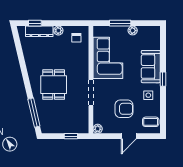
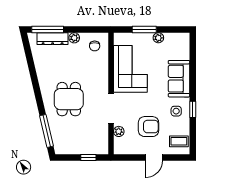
window: (35, 23) -> (48, 29), width x2.17
window: (163, 79) -> (193, 109), moved
plant: (98, 129) -> (119, 131), moved

